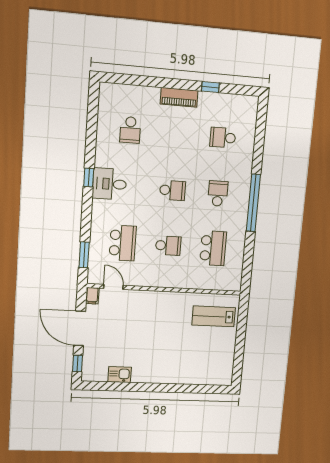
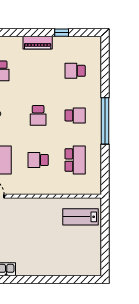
school desk: (173, 190) -> (38, 115), turned 90
school desk: (218, 194) -> (75, 115), turned 90
school desk: (168, 246) -> (38, 160), turned 180

